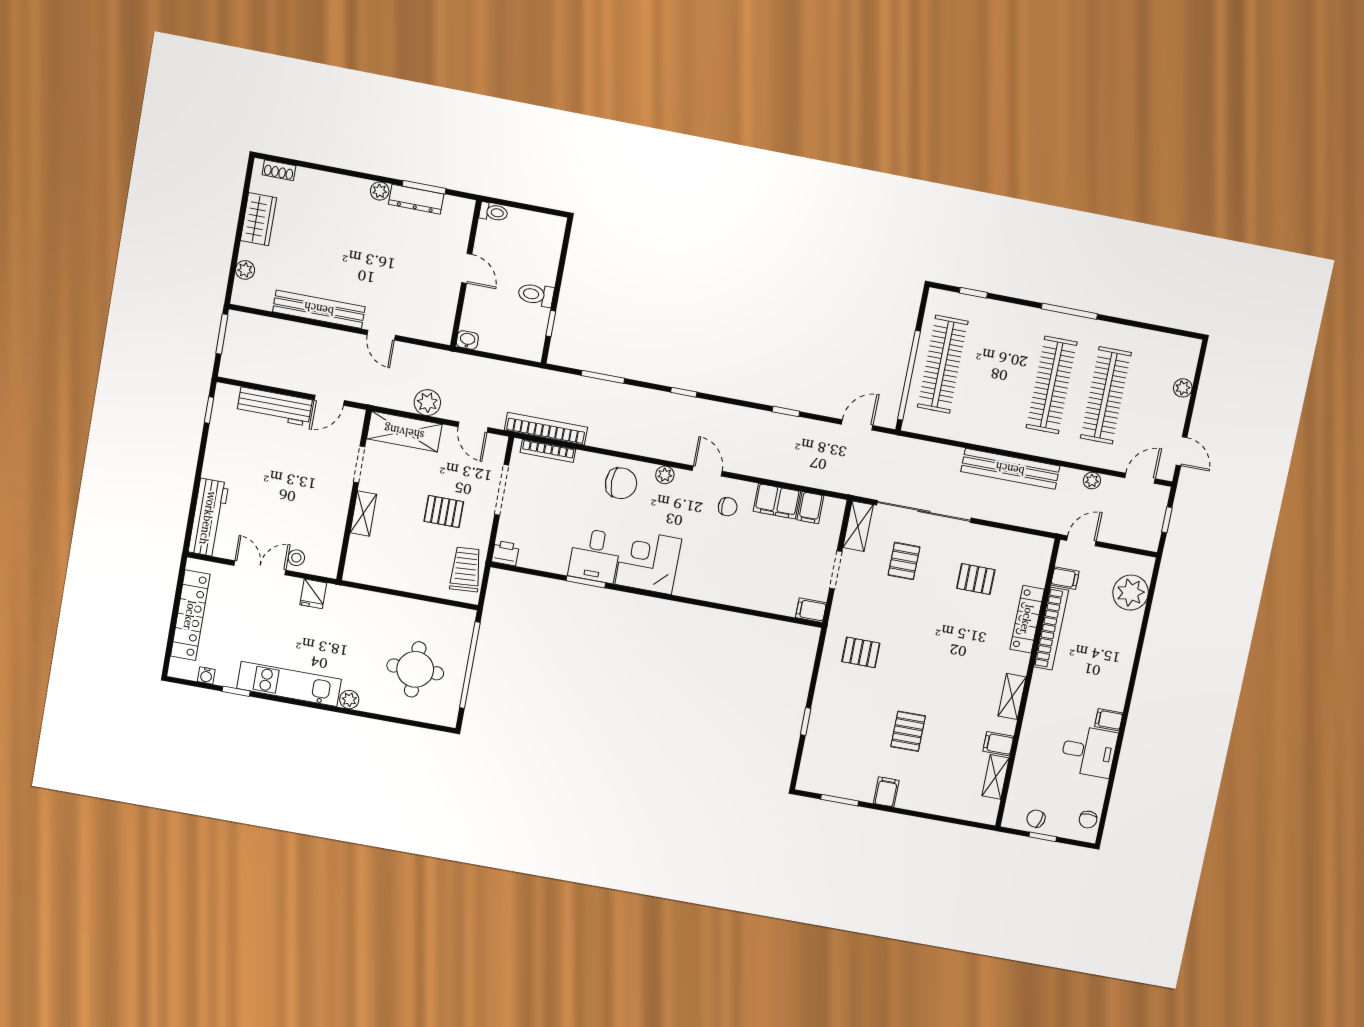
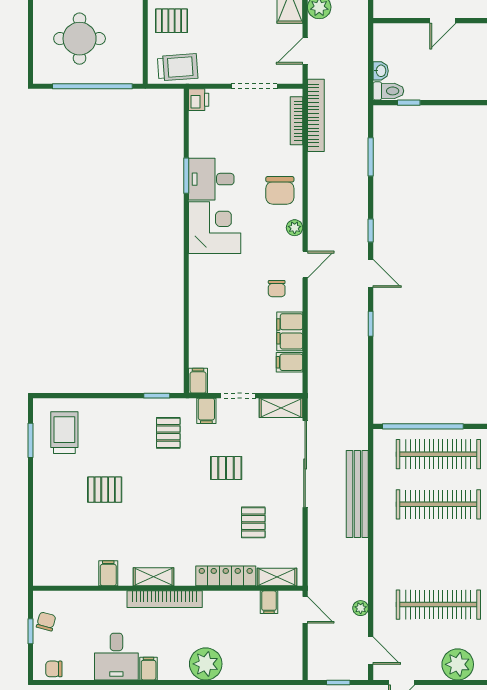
toilet: (536, 295) -> (388, 91), moved, turned 90
washbasin: (467, 340) -> (381, 71), moved
clothes rail: (1052, 385) -> (438, 504), moved
plant: (1183, 388) -> (458, 664), width x1.87, depth x1.87
door: (857, 425) -> (371, 273), moved
bench: (1010, 469) -> (357, 494), moved
pallet: (444, 512) -> (171, 21), moved, turned 90
pallet: (904, 561) -> (226, 468), moved
plant: (1131, 593) -> (206, 664), moved
bookcase: (1051, 629) -> (165, 599), moved
window: (806, 721) -> (157, 396), moved
trolley: (838, 763) -> (64, 433), added
shelving: (996, 777) -> (277, 577), moved
filing cabinet: (886, 792) -> (206, 411), moved, turned 90

